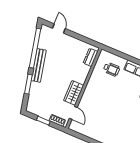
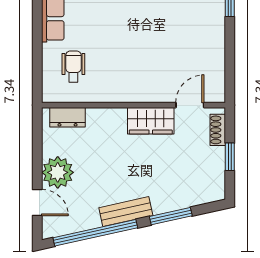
door: (59, 28) -> (37, 203), swing flipped
plant: (68, 43) -> (58, 172), added
bench: (39, 65) -> (126, 212), width x0.73

